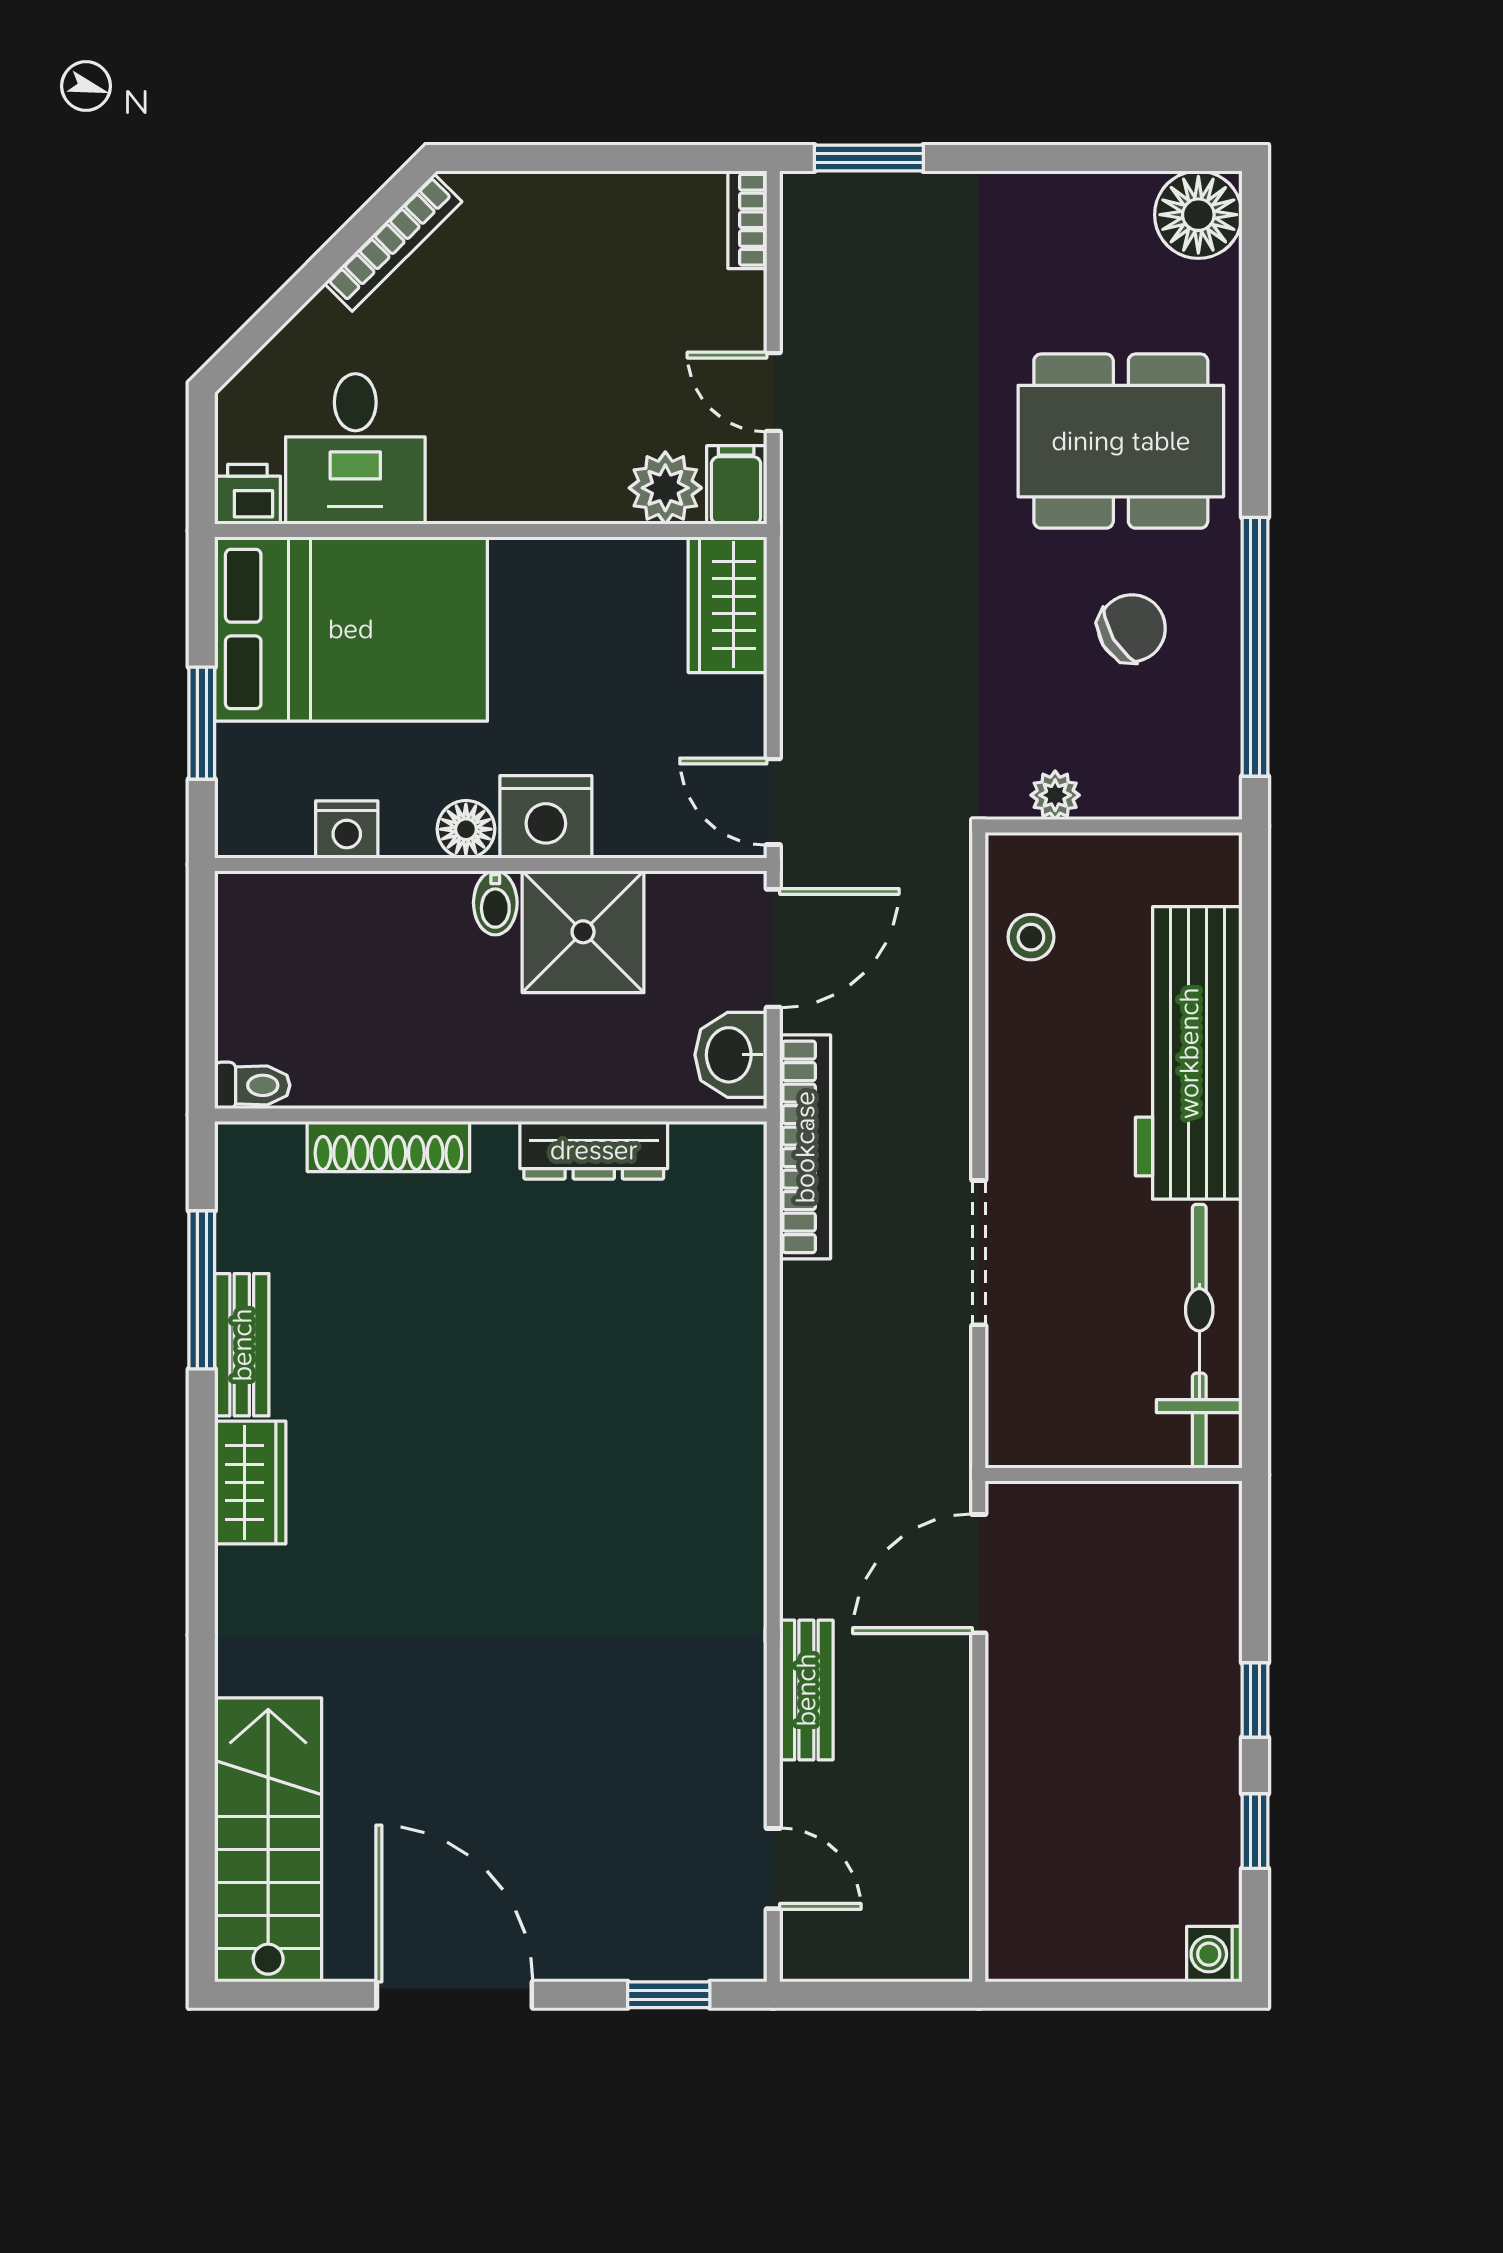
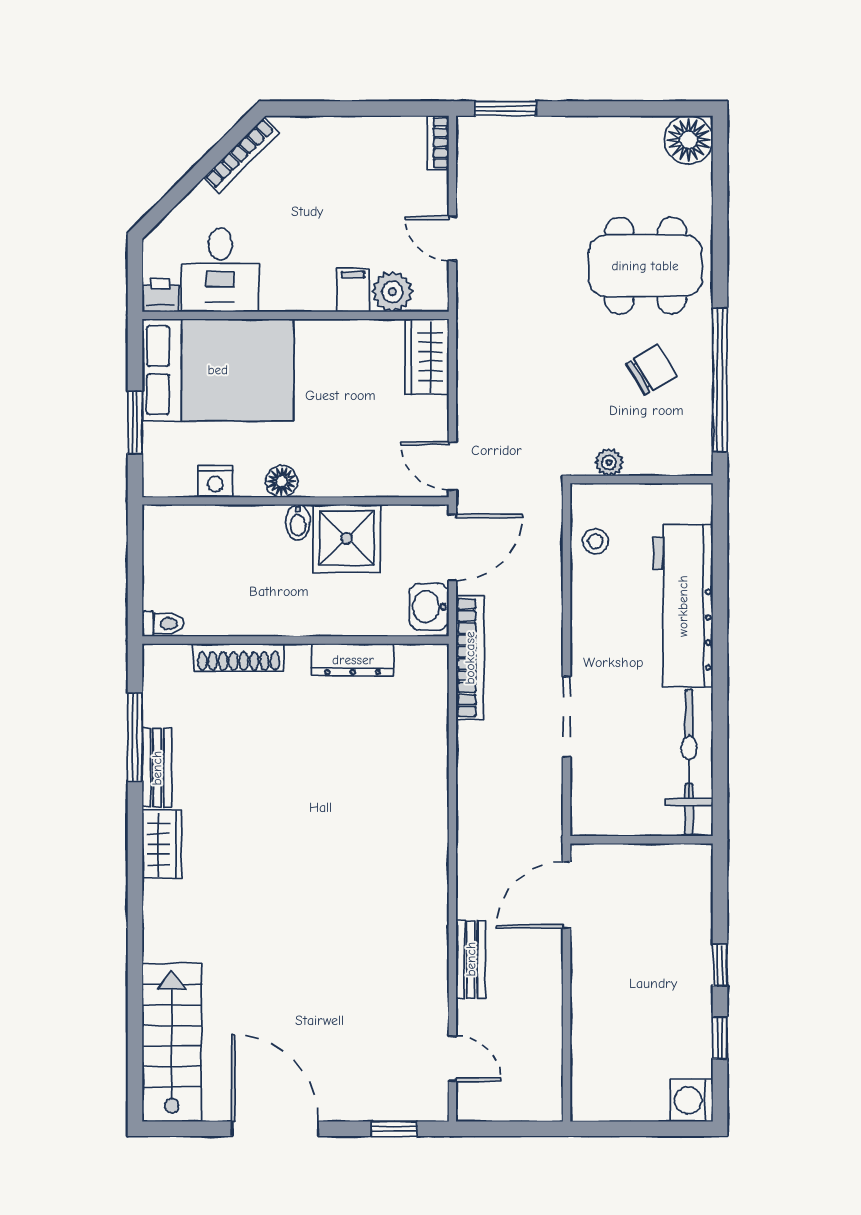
filing cabinet: (736, 485) -> (353, 290), moved
nightstand: (546, 817) -> (326, 474), removed
washing machine: (1214, 1954) -> (692, 1100), width x1.38, depth x1.38

